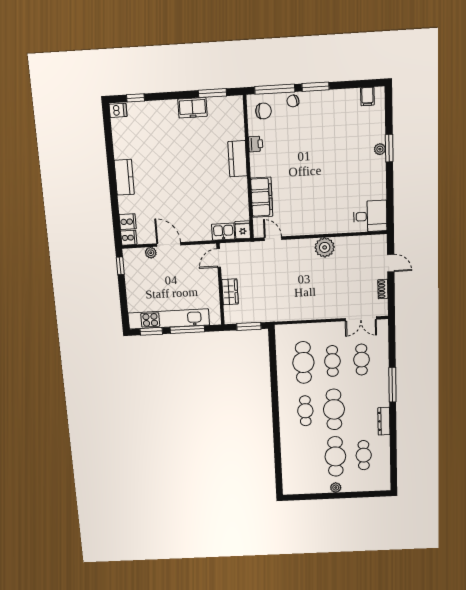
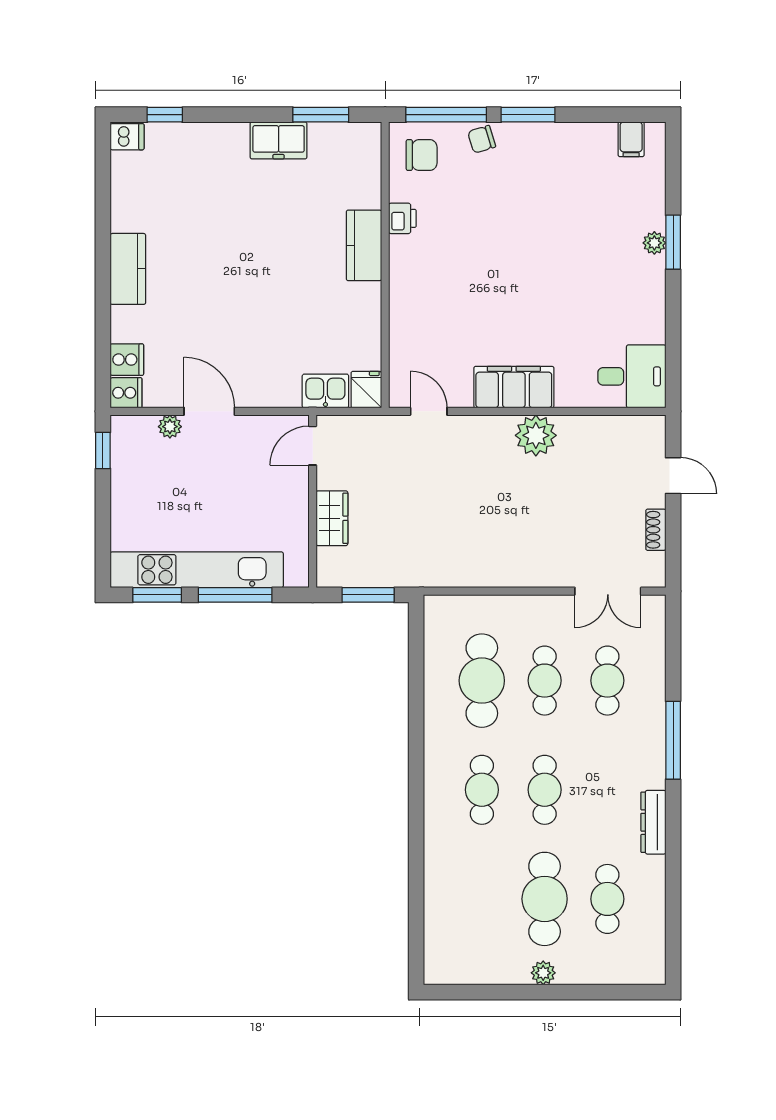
filing cabinet: (262, 197) -> (514, 387), moved, turned -90
cafe table: (334, 409) -> (545, 790), width x0.73, depth x0.74

